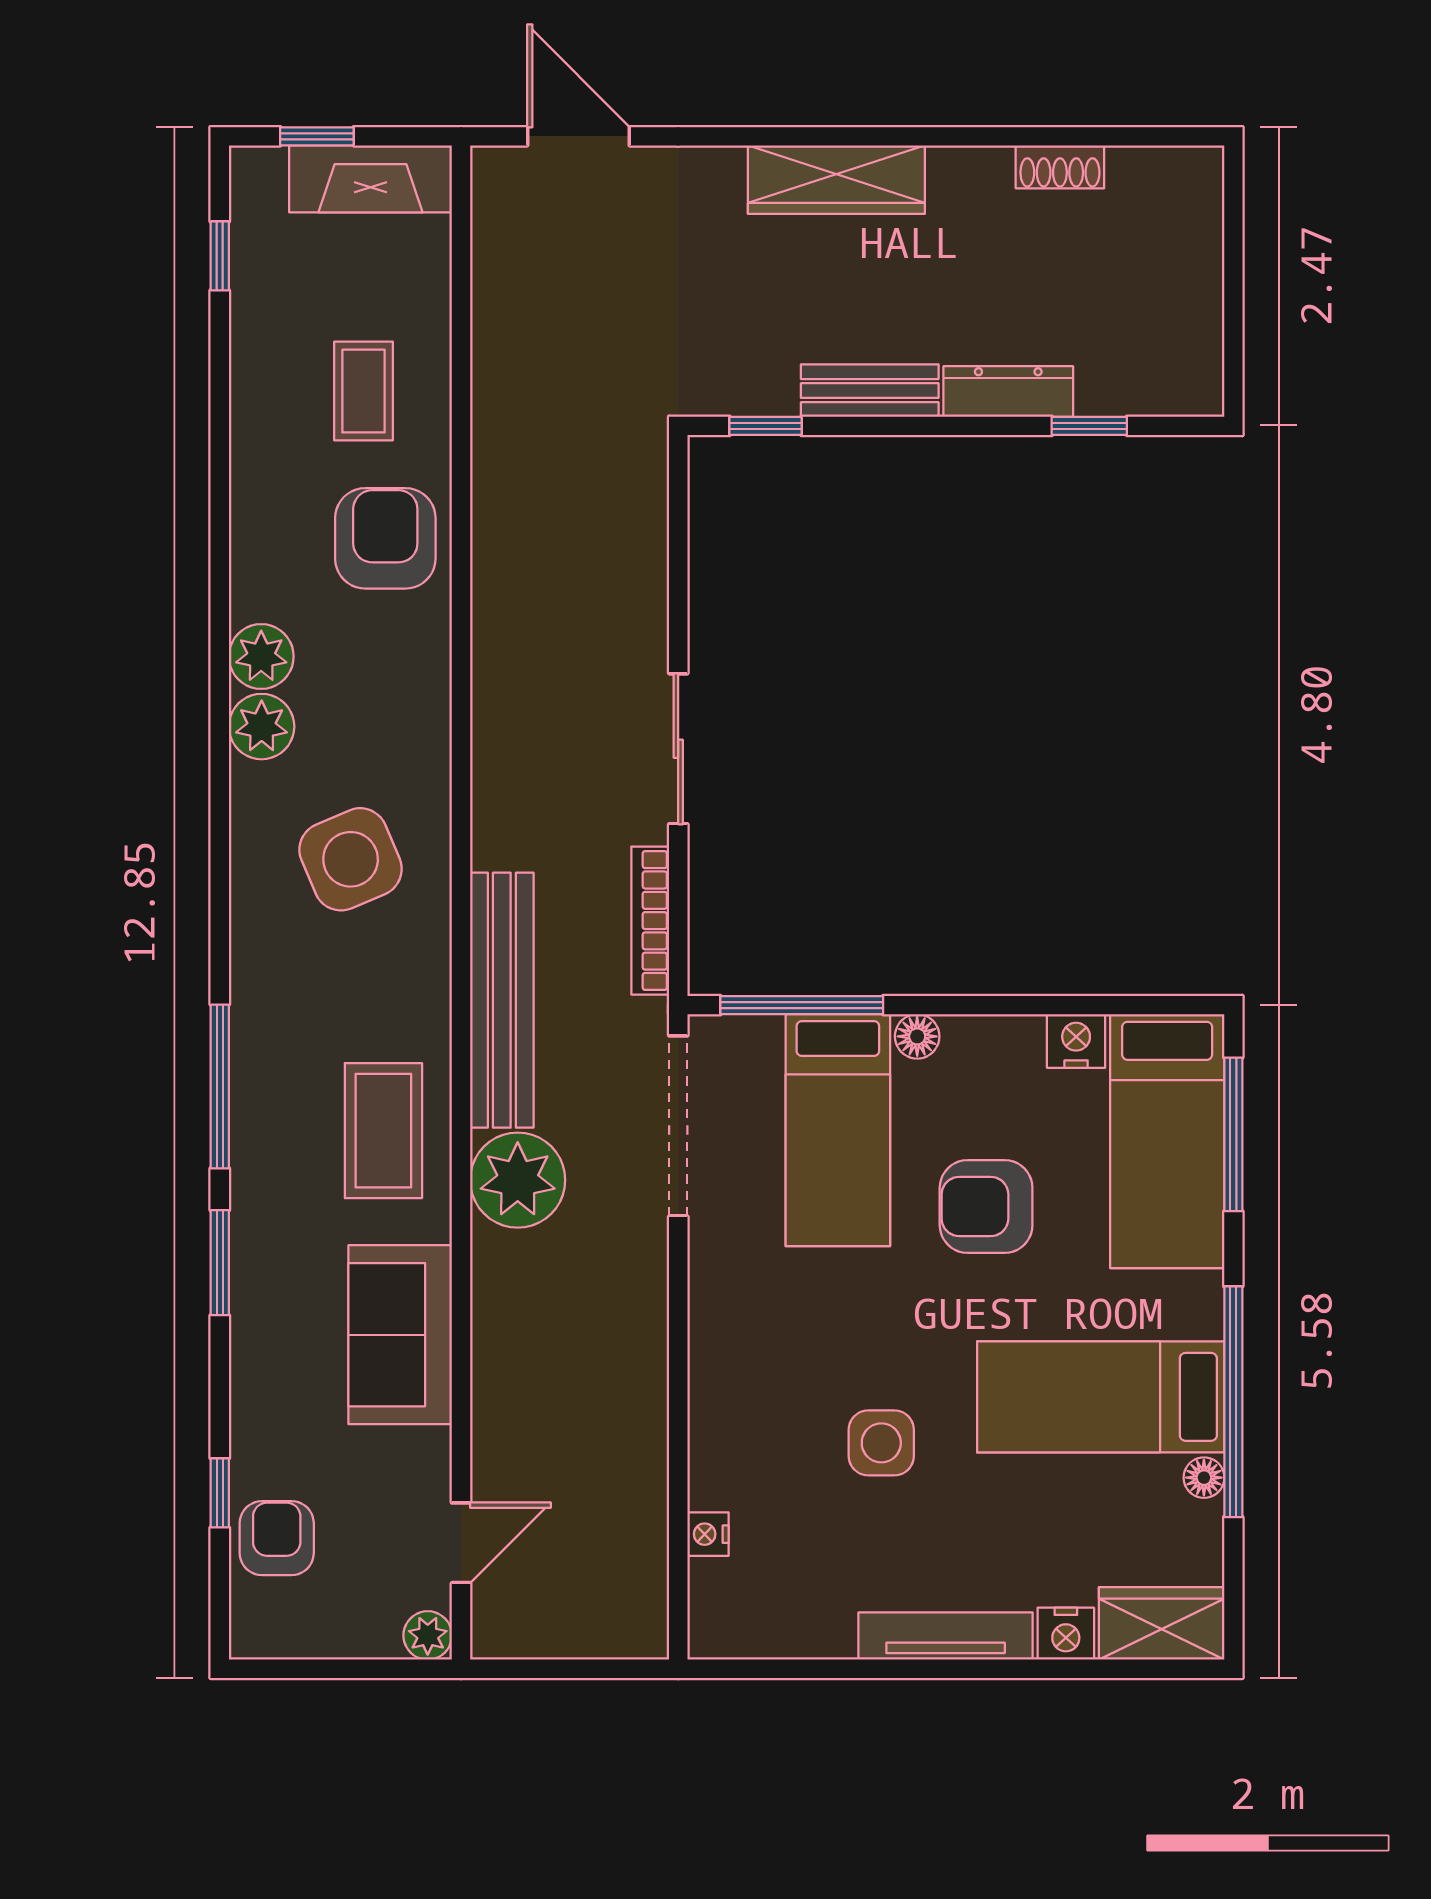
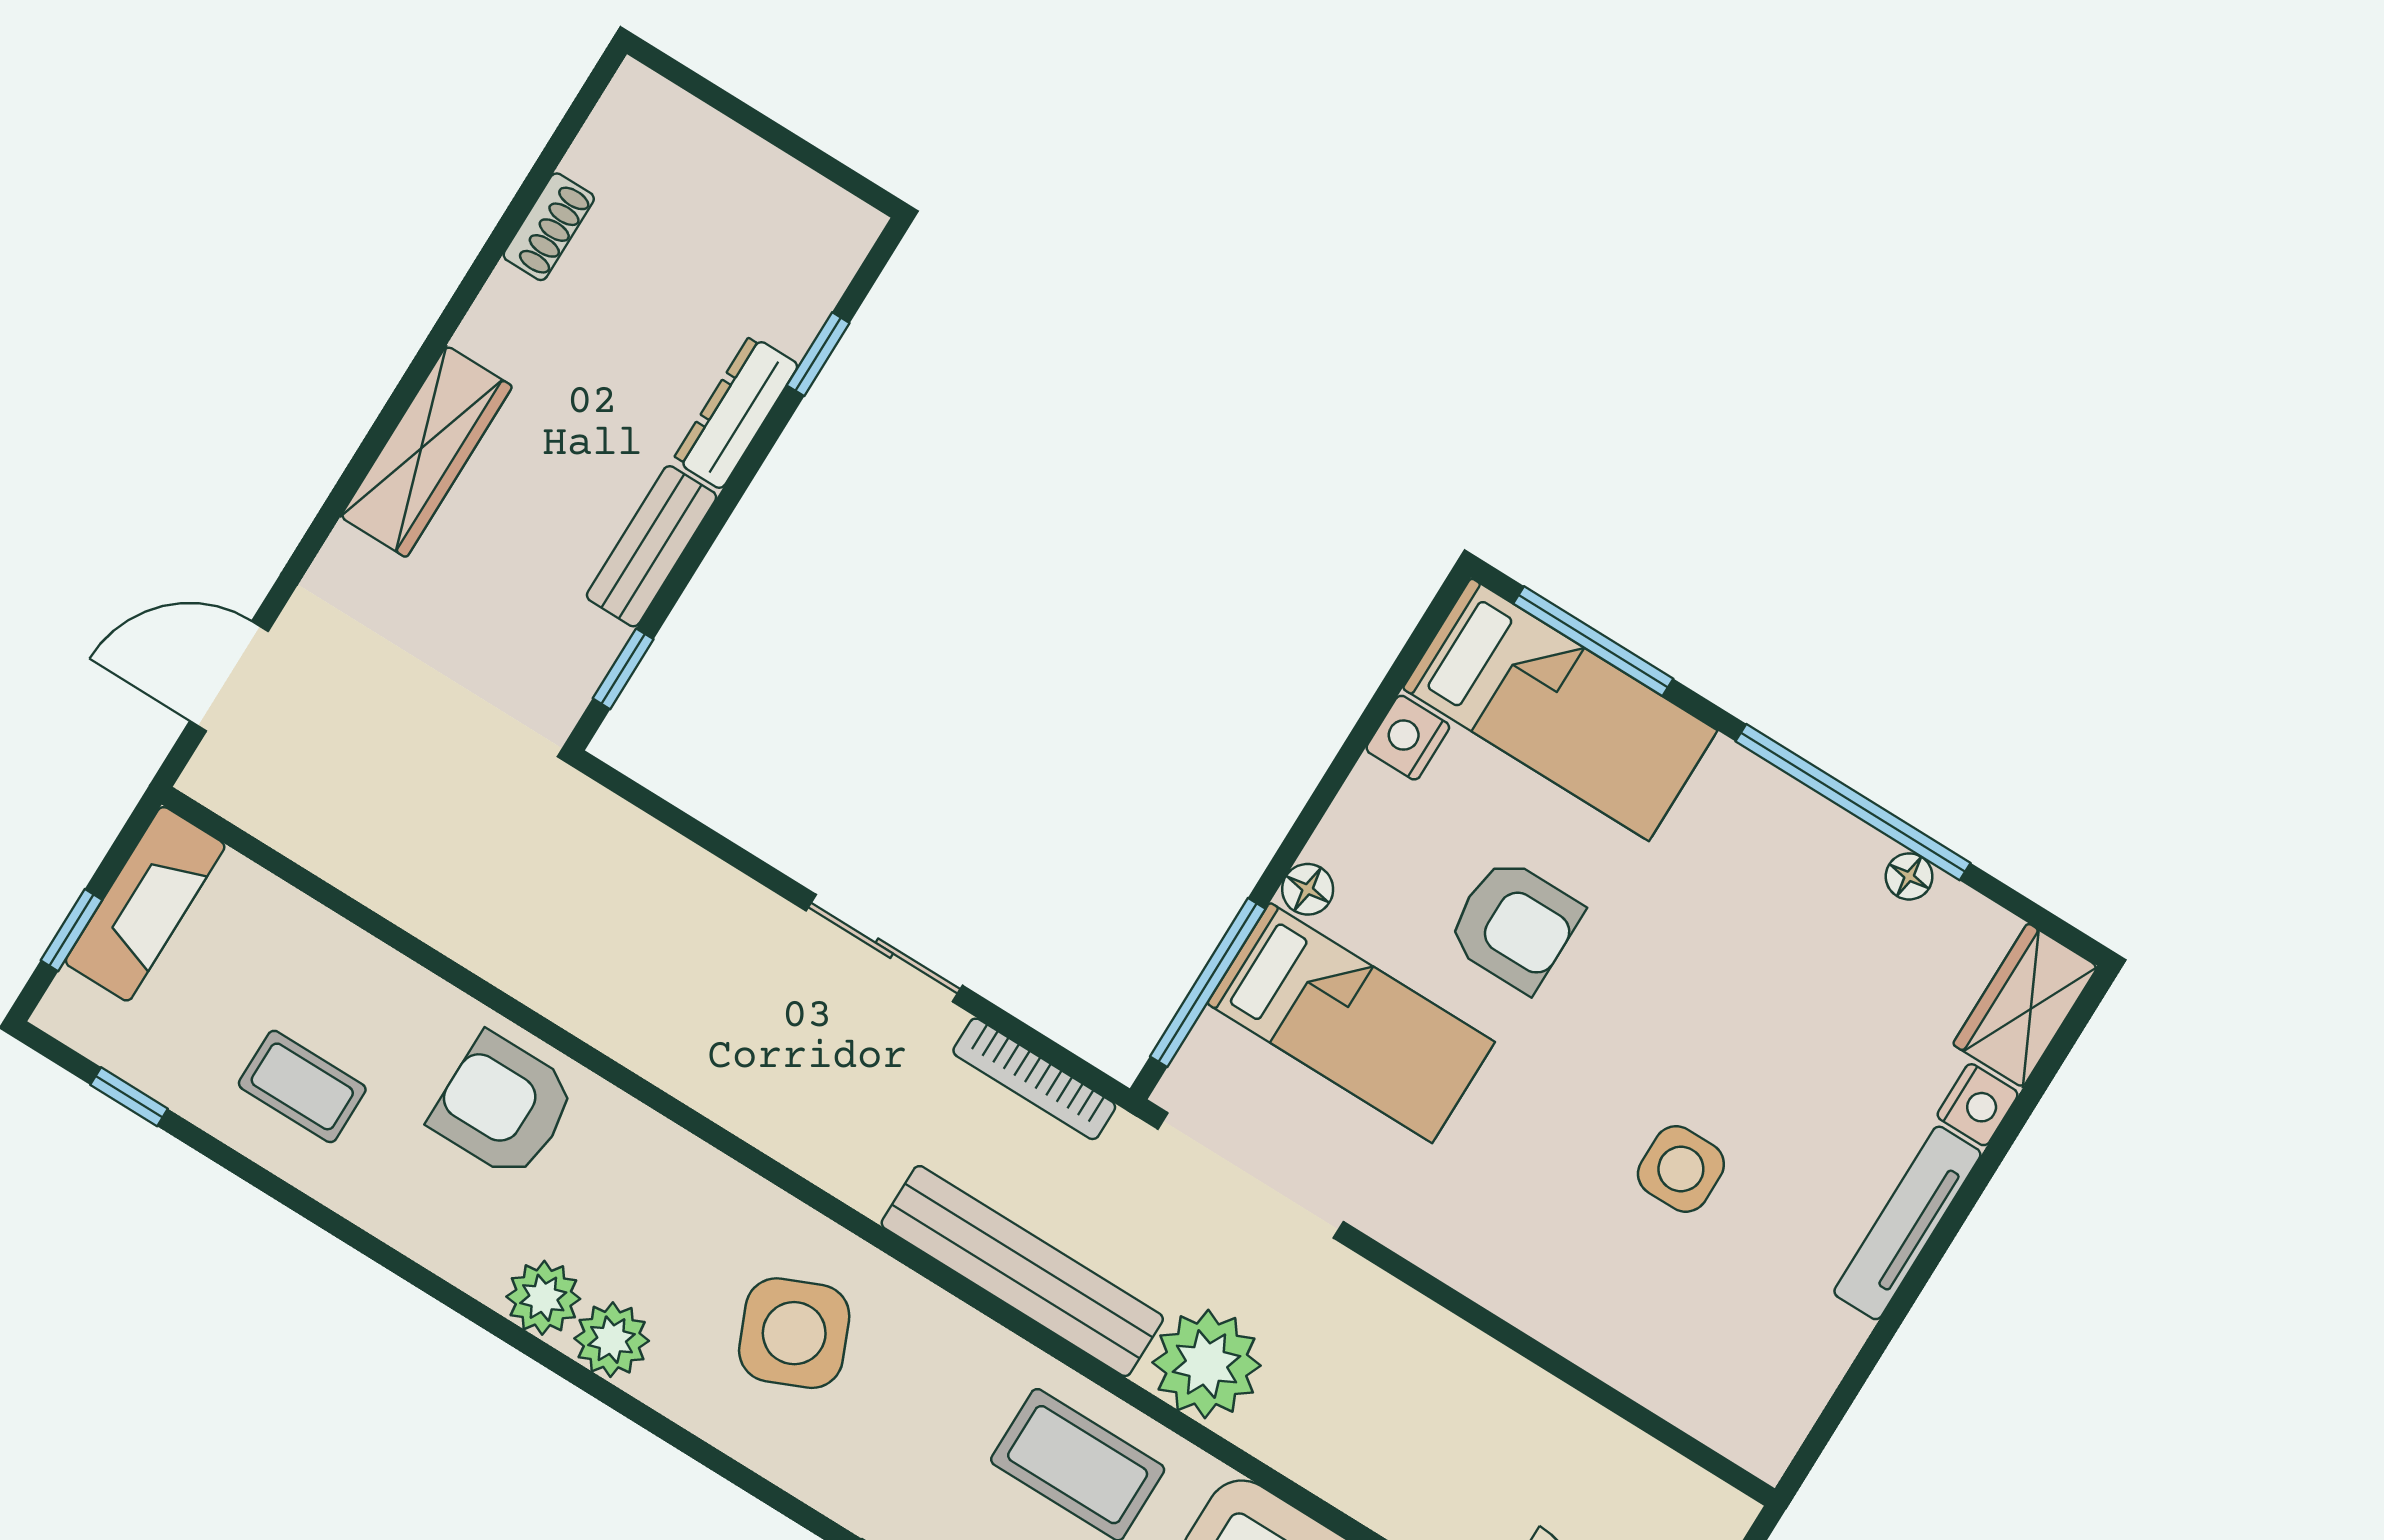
coffee table: (364, 391) -> (302, 1086), moved
armchair: (986, 1207) -> (1514, 925), turned -90
bed: (1101, 1397) -> (1768, 928), removed
nightstand: (708, 1534) -> (1665, 1392), removed

